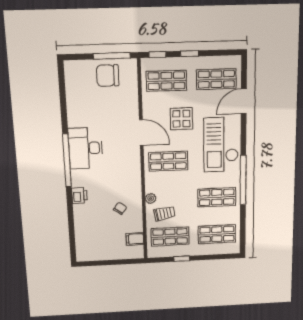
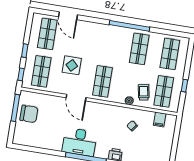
chair: (108, 76) -> (29, 114), turned -90
door: (141, 132) -> (76, 98), swing flipped
checkout: (221, 145) -> (98, 39), removed

